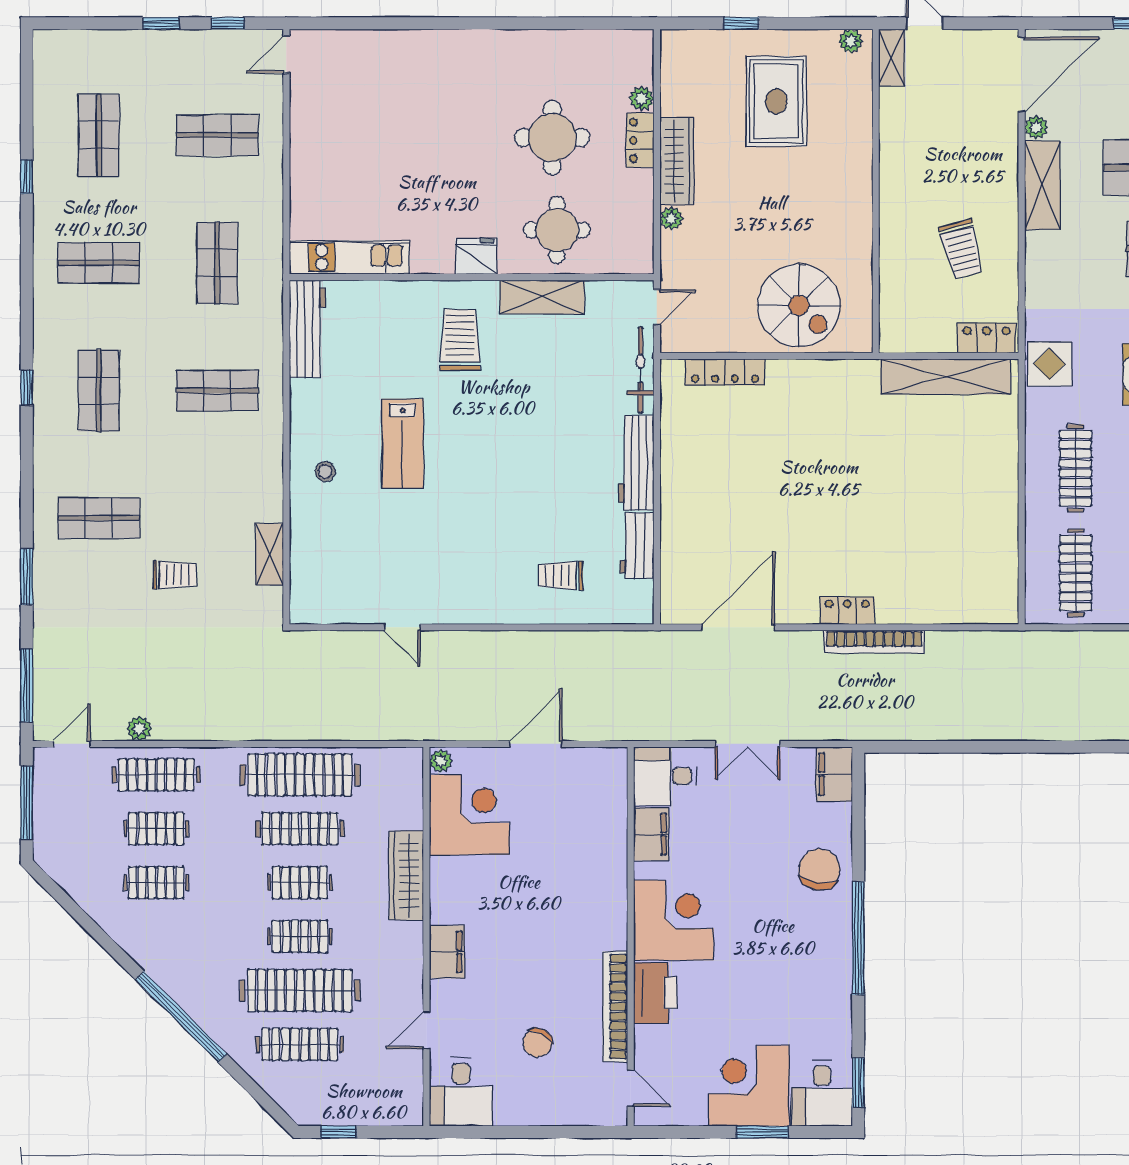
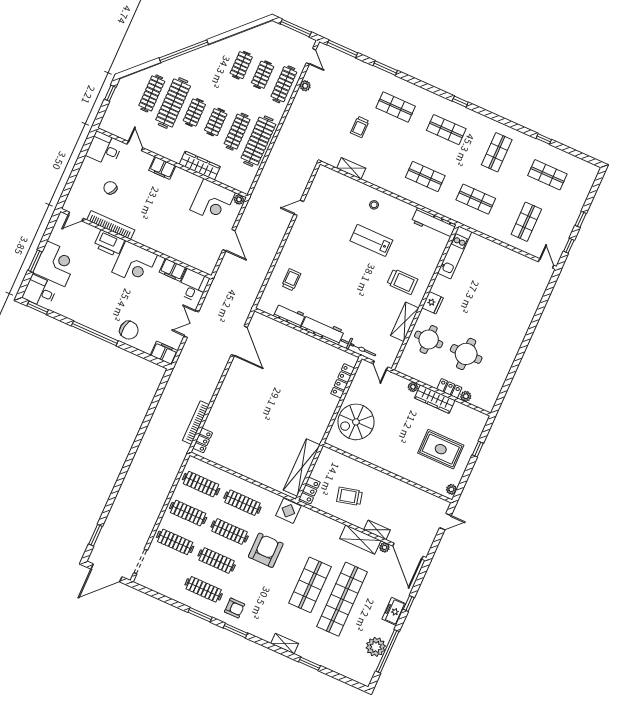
shelving: (891, 57) -> (377, 530), moved
shop shelf: (217, 391) -> (425, 177), turned 90
shop shelf: (99, 518) -> (396, 107), turned 90
locker: (847, 611) -> (203, 440), moved
bookcase: (874, 642) -> (196, 423), moved

